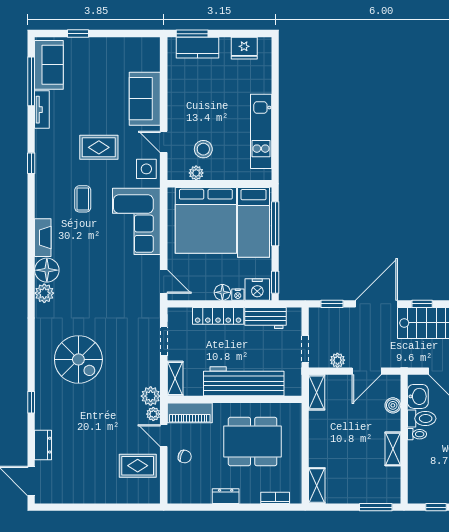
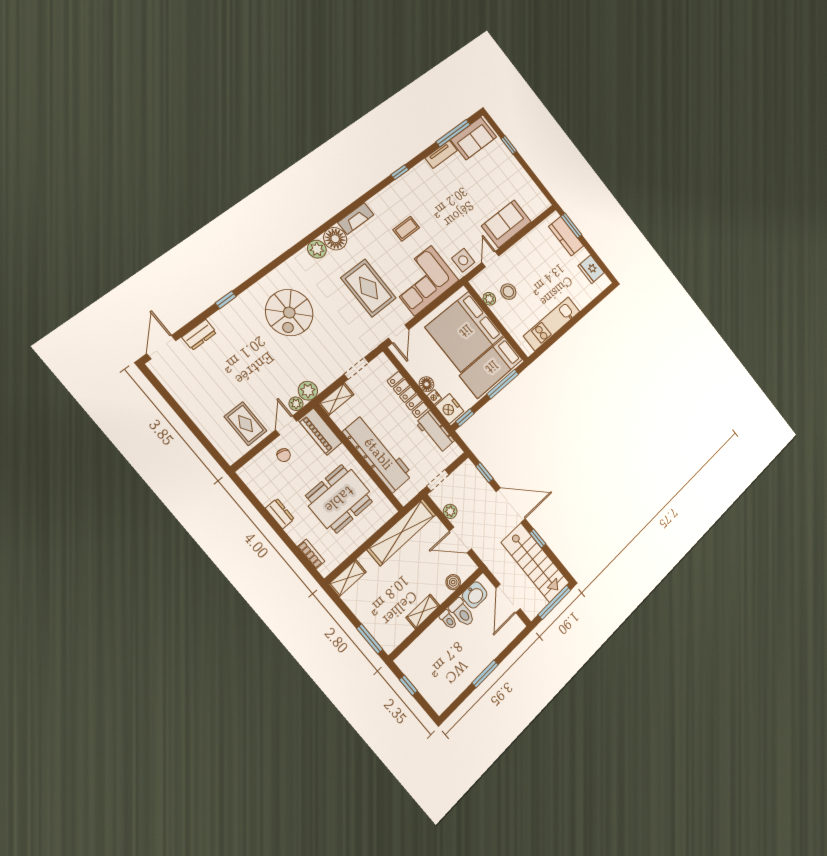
rug: (99, 147) -> (368, 288), moved, width x1.36, depth x1.43
shelving: (317, 392) -> (402, 532), width x2.20, depth x1.33
dining table: (253, 442) -> (339, 499), turned 90

